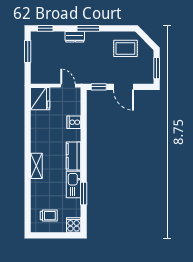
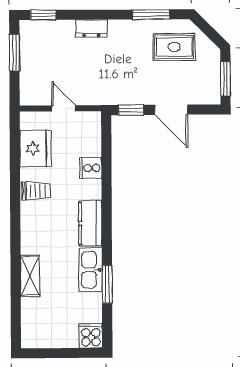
window: (88, 28) -> (151, 14), moved
door: (68, 86) -> (64, 108), moved
fridge: (40, 99) -> (35, 148), moved
shelving: (36, 166) -> (30, 276), moved
trolley: (49, 216) -> (36, 191), moved

